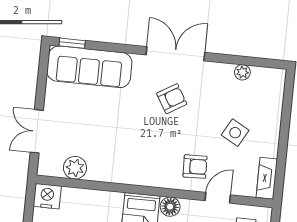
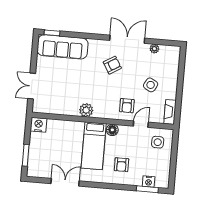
double door: (175, 54) -> (127, 39), moved
armchair: (195, 167) -> (127, 106), turned 92
plant: (75, 168) -> (86, 110), moved

